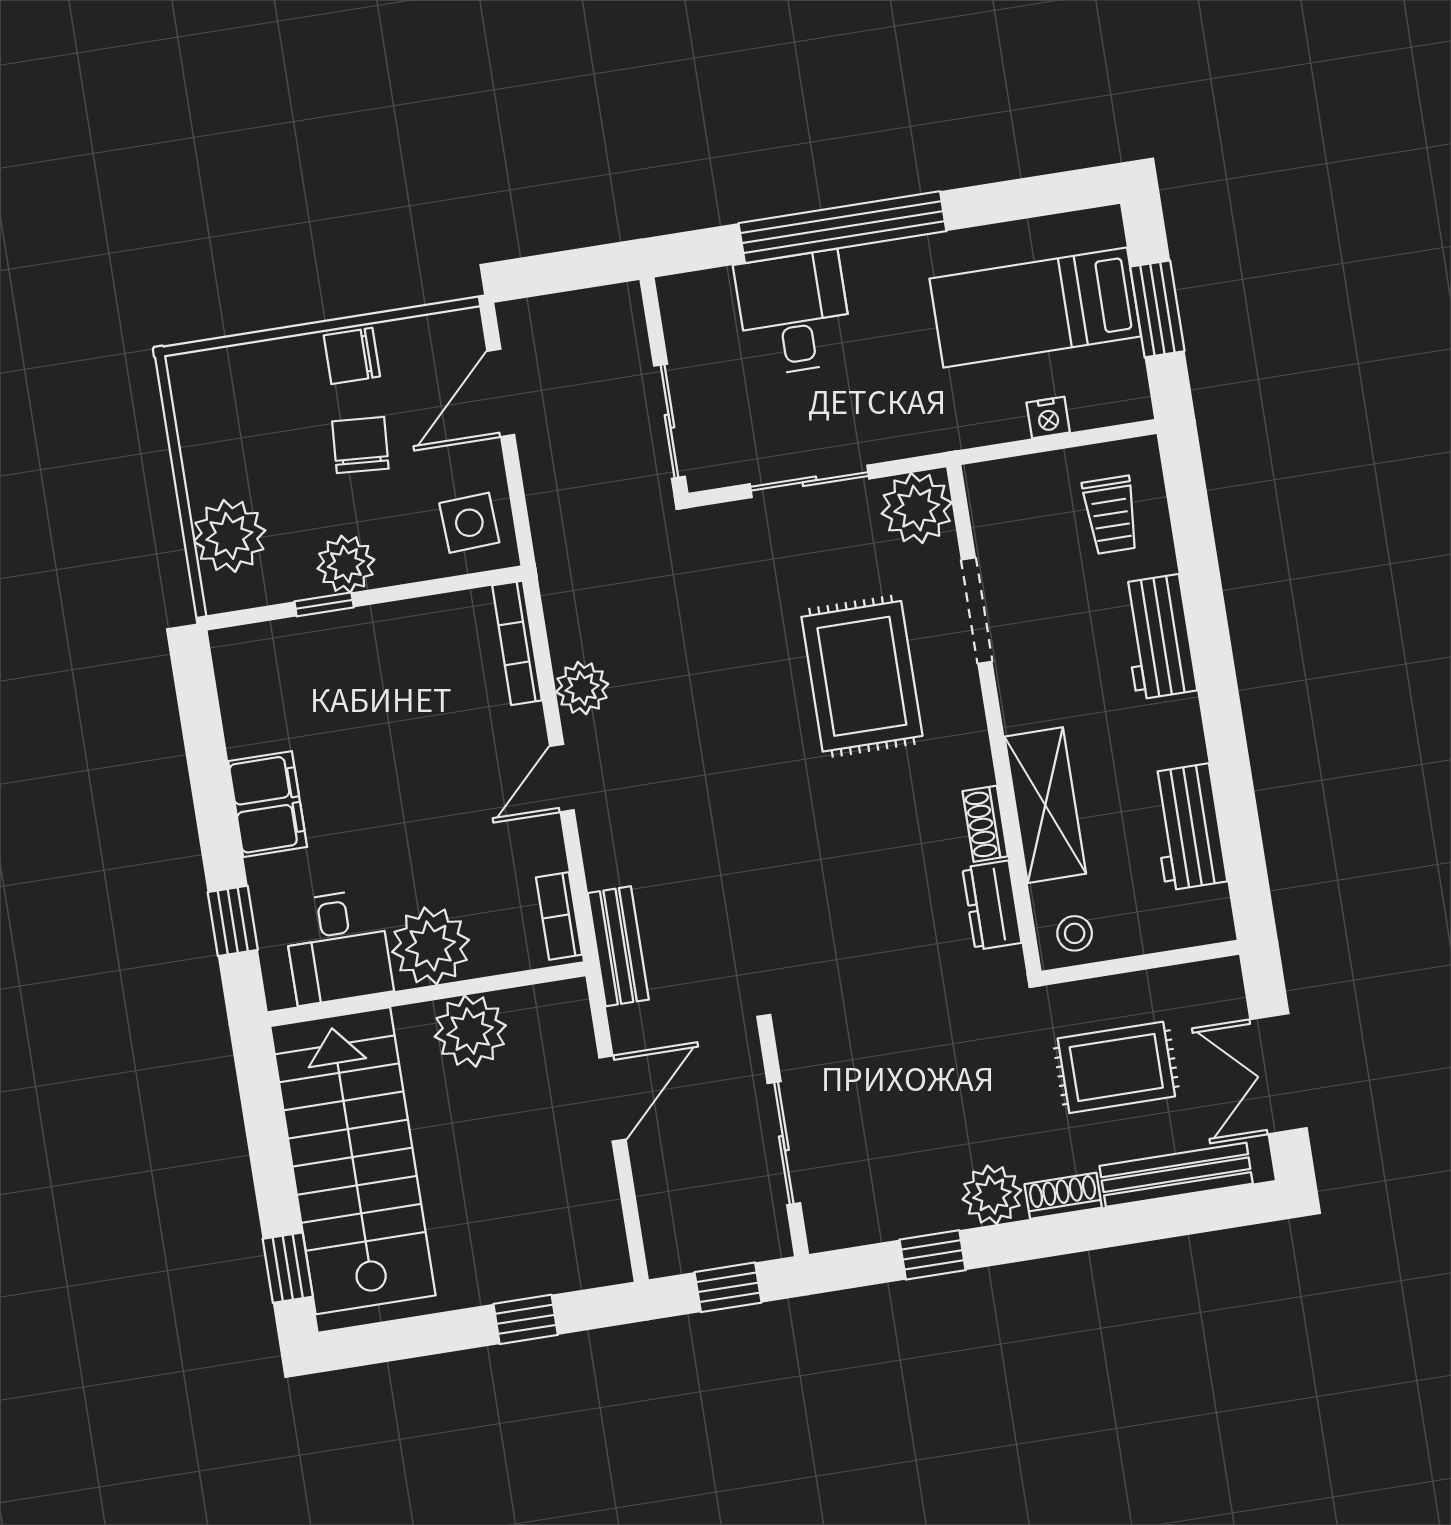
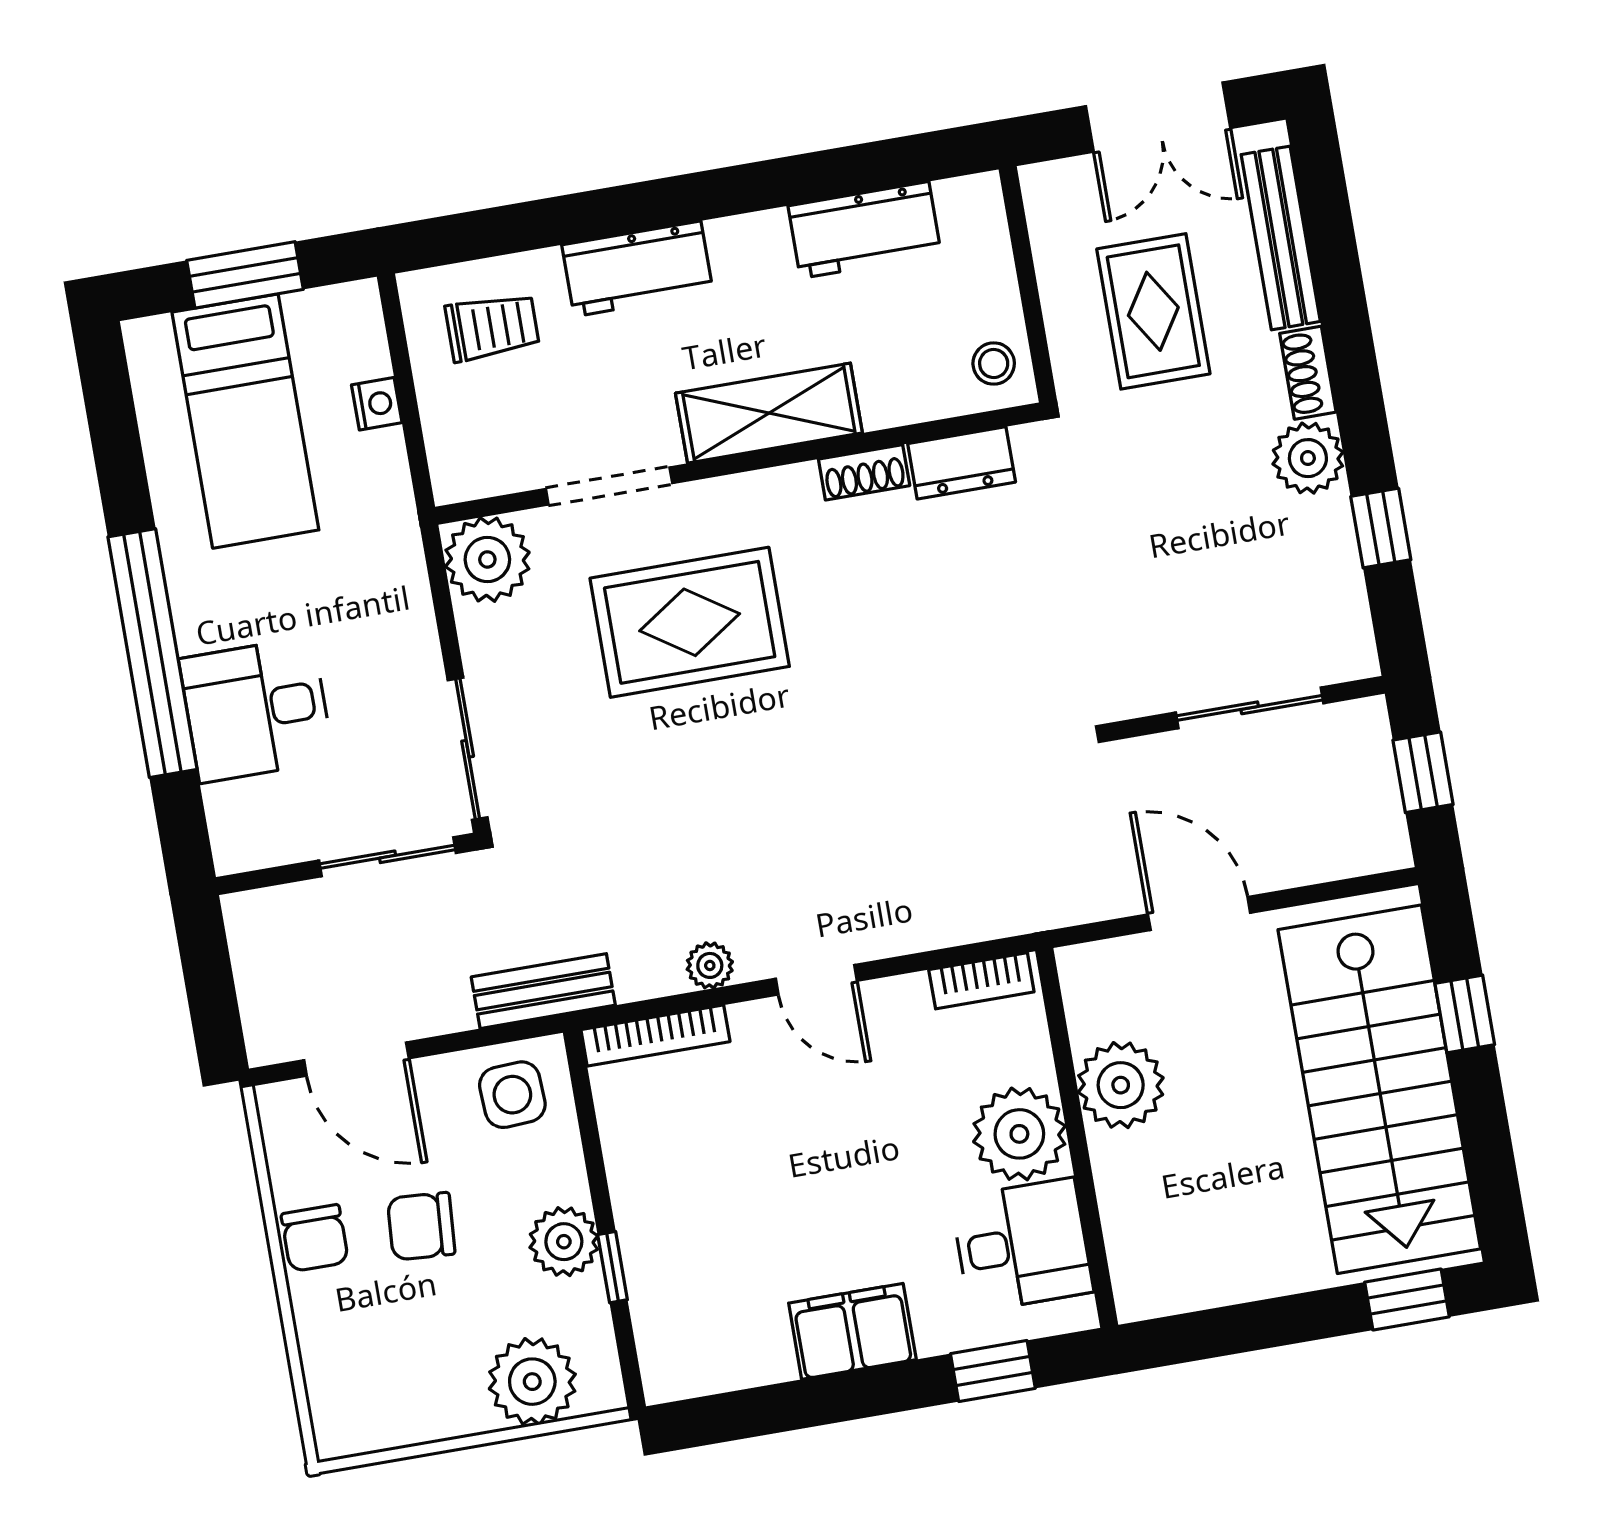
sliding door: (810, 481) -> (468, 749), moved
plant: (582, 688) -> (710, 965), width x0.73, depth x0.73
shelving: (1045, 805) -> (769, 413), moved
bench: (618, 946) -> (543, 991), moved
stairs: (353, 1161) -> (1379, 1089), moved, turned -90

